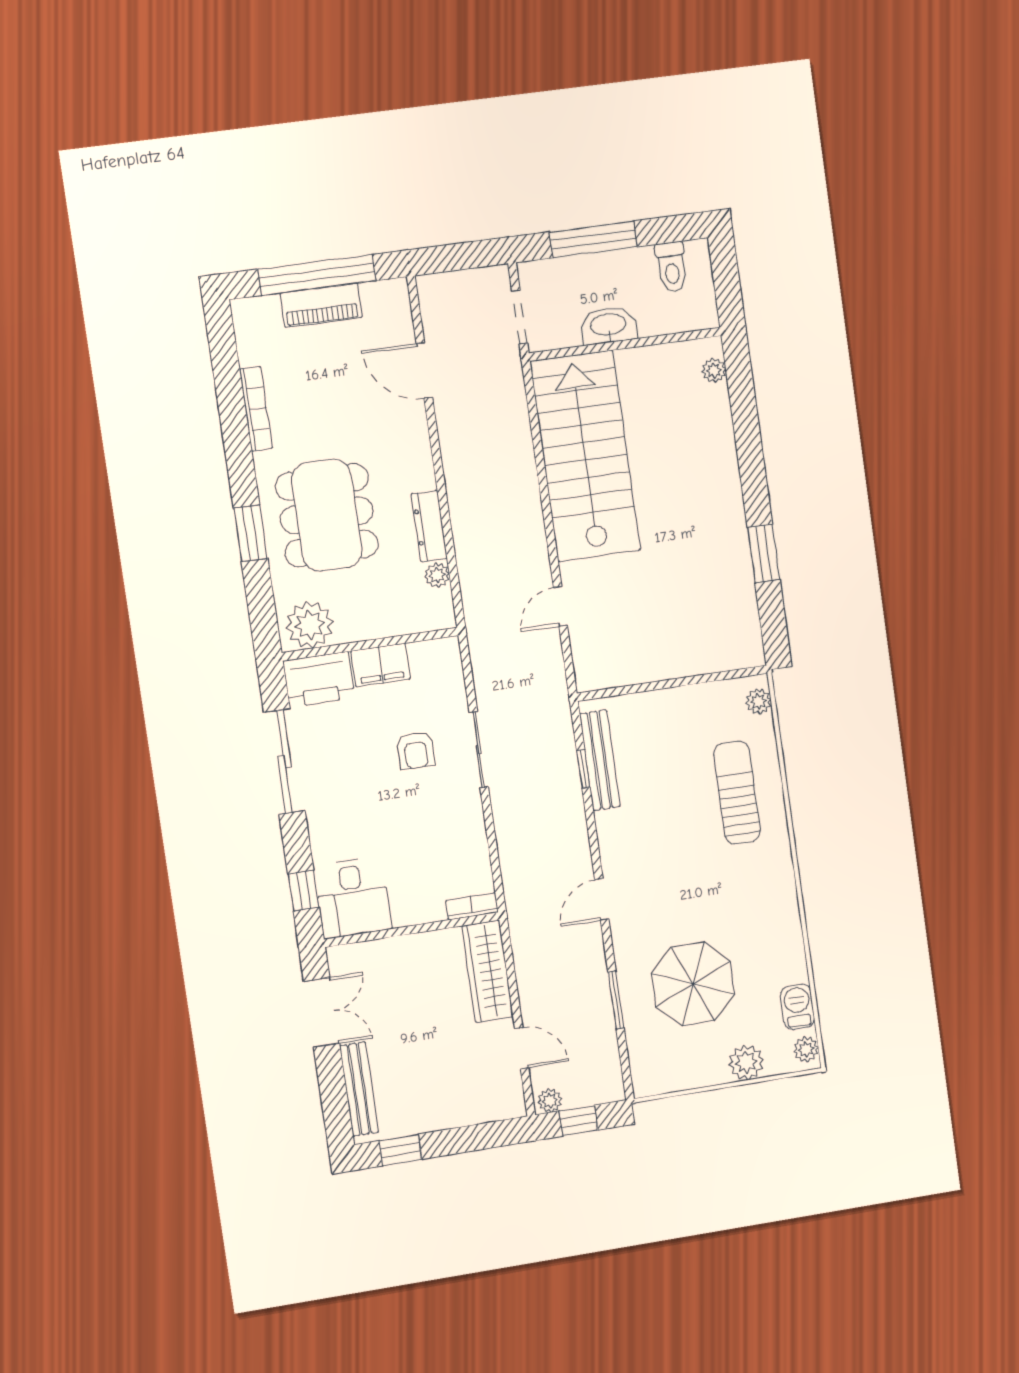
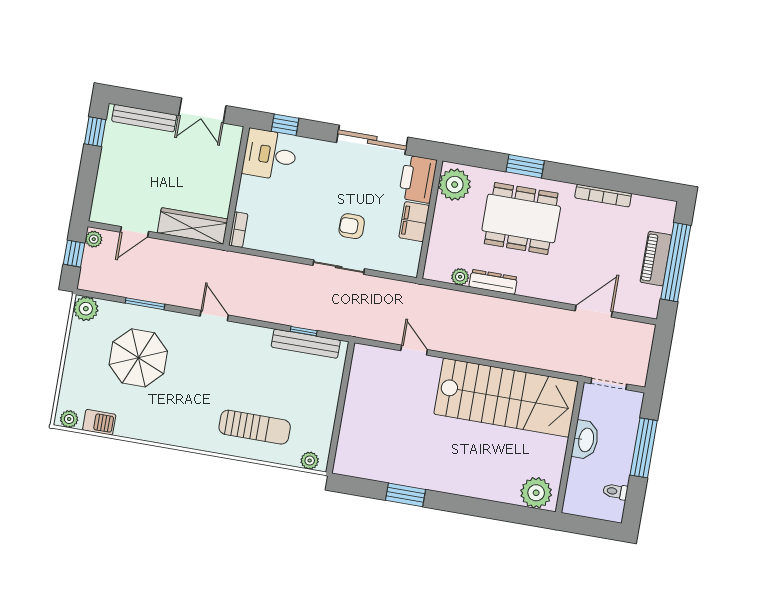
toilet: (671, 267) -> (615, 491), width x0.73, depth x0.72
plant: (714, 370) -> (536, 493), width x1.88, depth x1.88
plant: (746, 1062) -> (86, 309), moved

